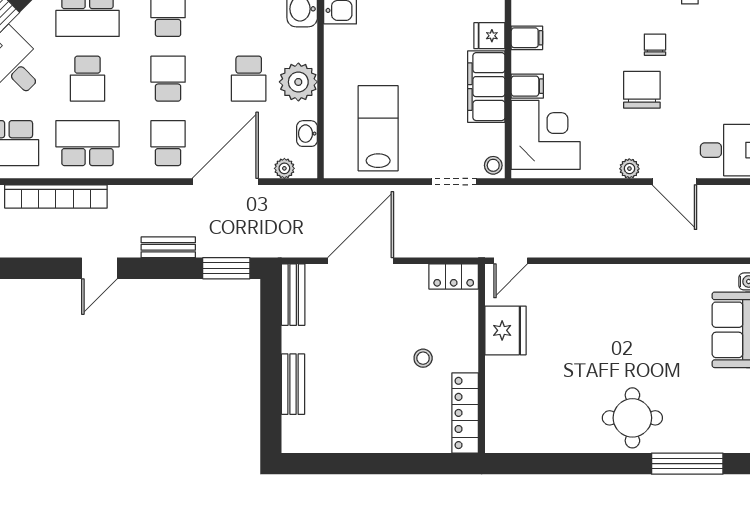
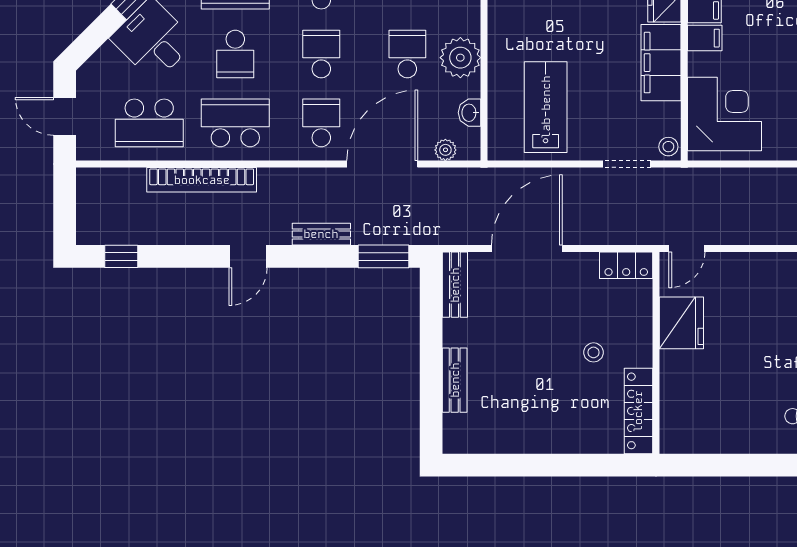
school desk: (249, 79) -> (407, 54), turned 180
filing cabinet: (527, 86) -> (705, 38), moved

